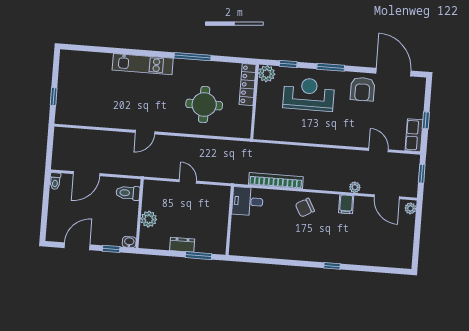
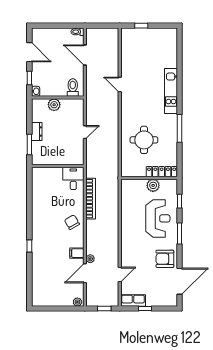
plant: (267, 74) -> (153, 185), moved
door: (145, 132) -> (120, 85), moved
door: (387, 197) -> (85, 273), moved

